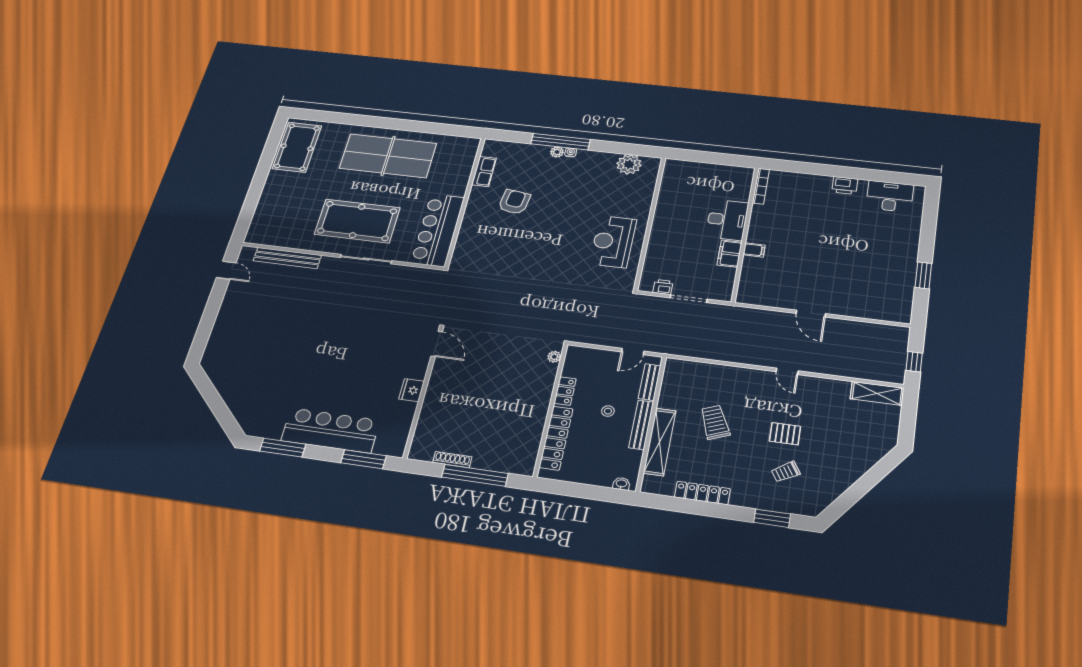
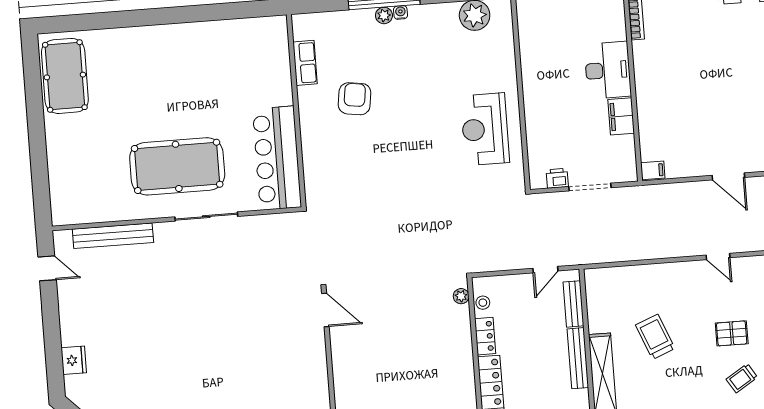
table tennis table: (388, 156) -> (181, 65), removed
filing cabinet: (754, 250) -> (653, 170), moved
fridge: (412, 390) -> (74, 360), moved, turned 180
stool: (608, 411) -> (483, 303), moved

